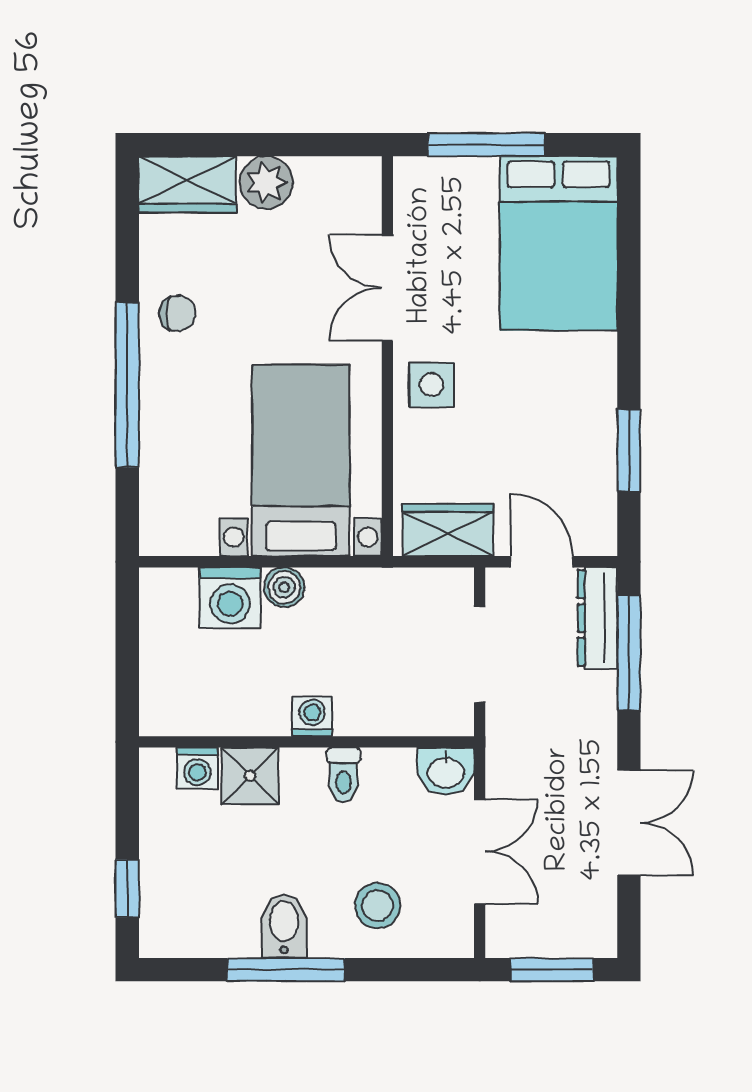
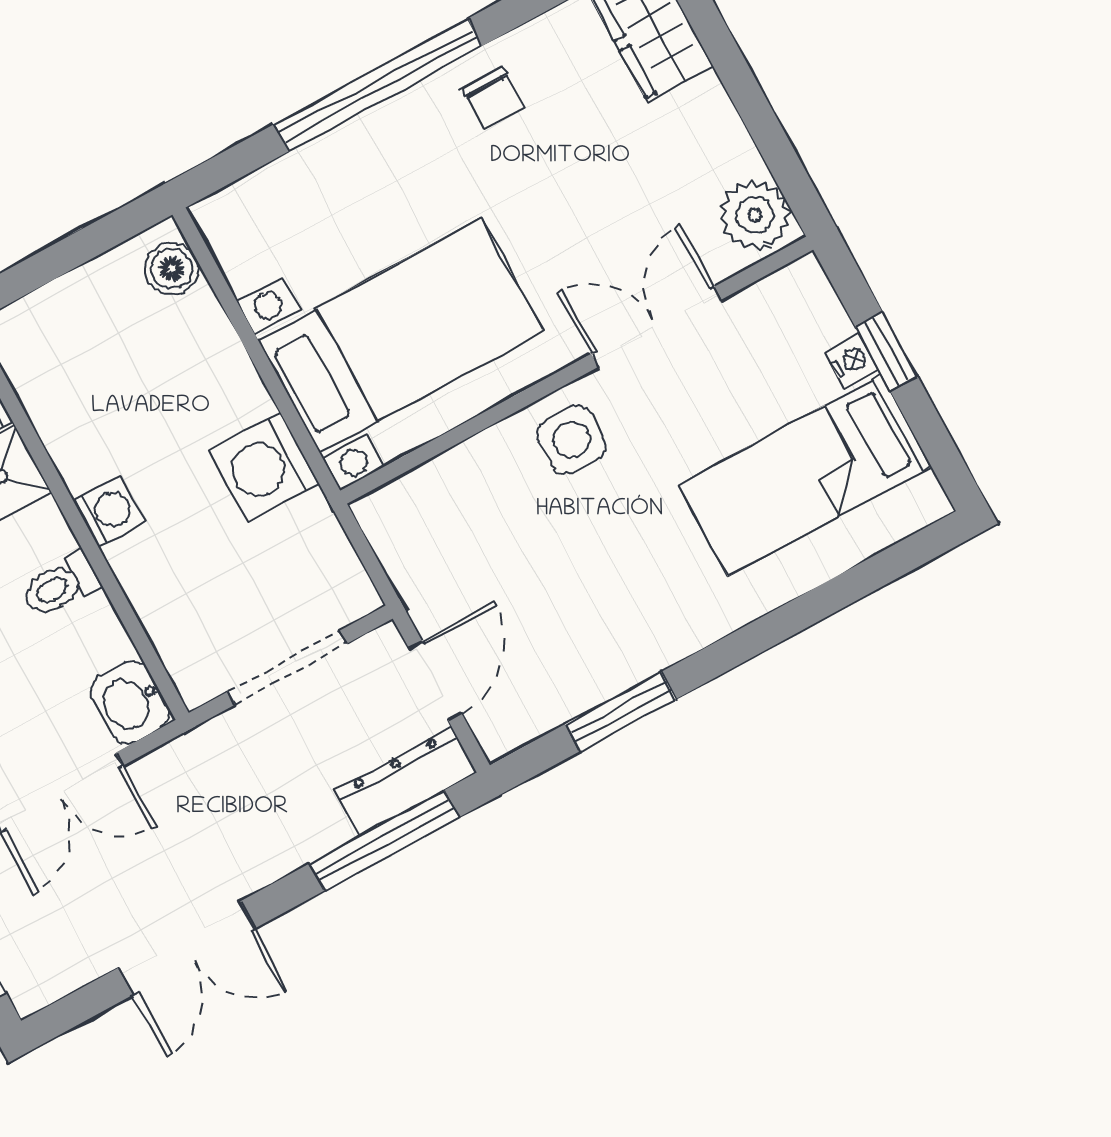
window: (487, 145) -> (886, 351), width x0.46
nightstand: (480, 171) -> (852, 361), added
plant: (266, 183) -> (755, 215), moved
bed: (559, 243) -> (805, 475), width x0.67
wardrobe: (448, 530) -> (413, 551), removed
boiler: (284, 587) -> (172, 269), moved
washing machine: (230, 598) -> (264, 467), moved

